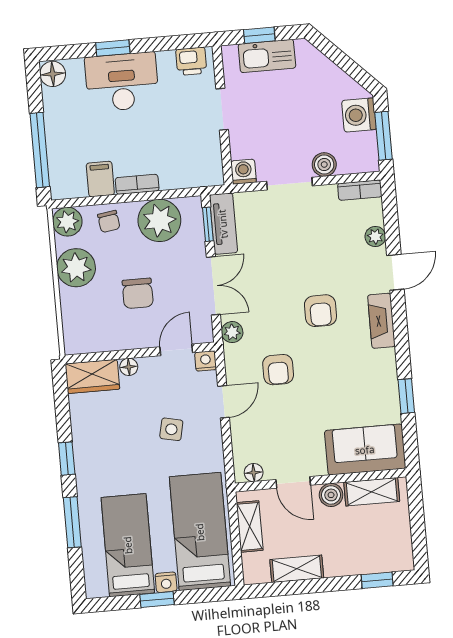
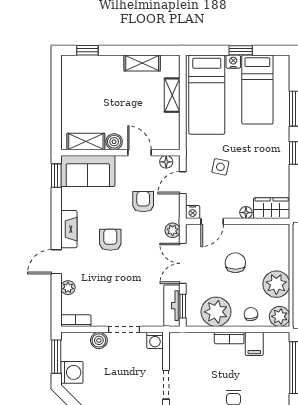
sofa: (365, 450) -> (88, 171), moved
floor lamp: (254, 473) -> (166, 162), moved
wall: (321, 480) -> (120, 153), moved
door: (293, 482) -> (139, 153), moved
shelving: (372, 492) -> (86, 141), moved
boiler: (331, 495) -> (114, 142), moved

